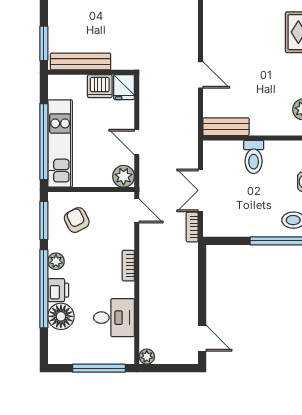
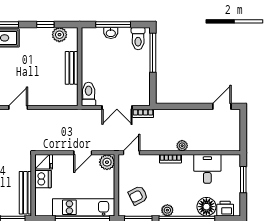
door: (200, 75) -> (18, 108), moved
bench: (226, 127) -> (72, 68), moved
toilet: (254, 157) -> (89, 94), moved, turned -90
printer: (58, 290) -> (225, 209), moved
plant: (147, 357) -> (182, 146), moved
window: (99, 368) -> (243, 180), width x0.69

